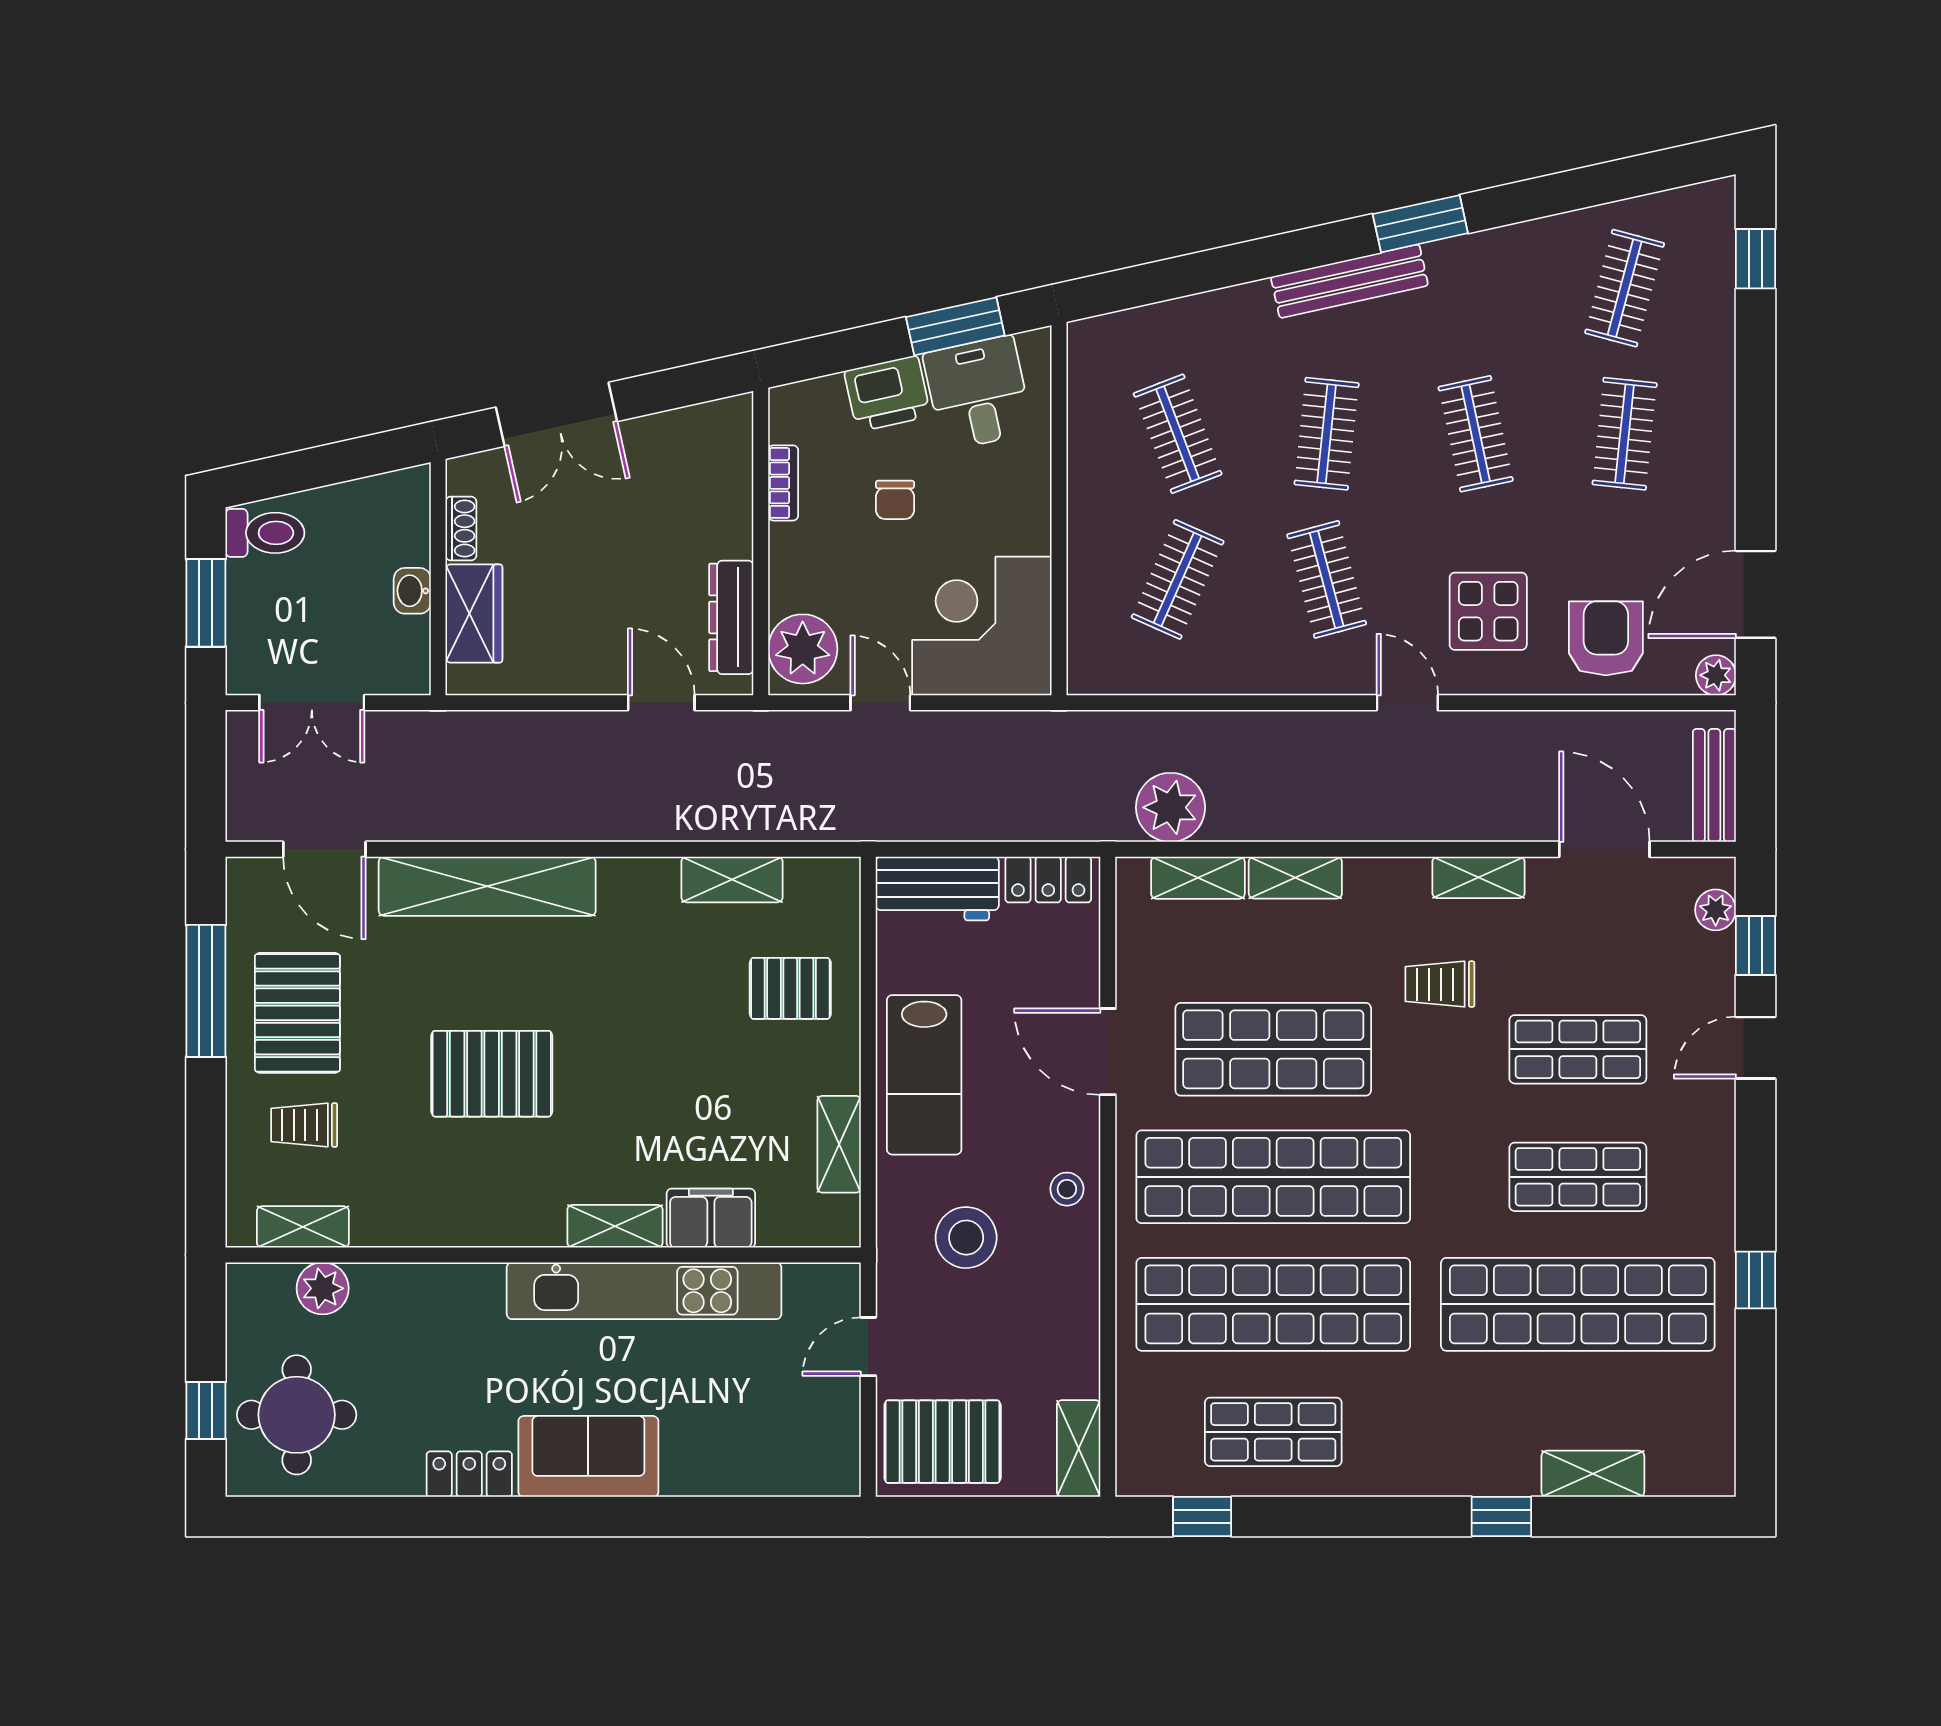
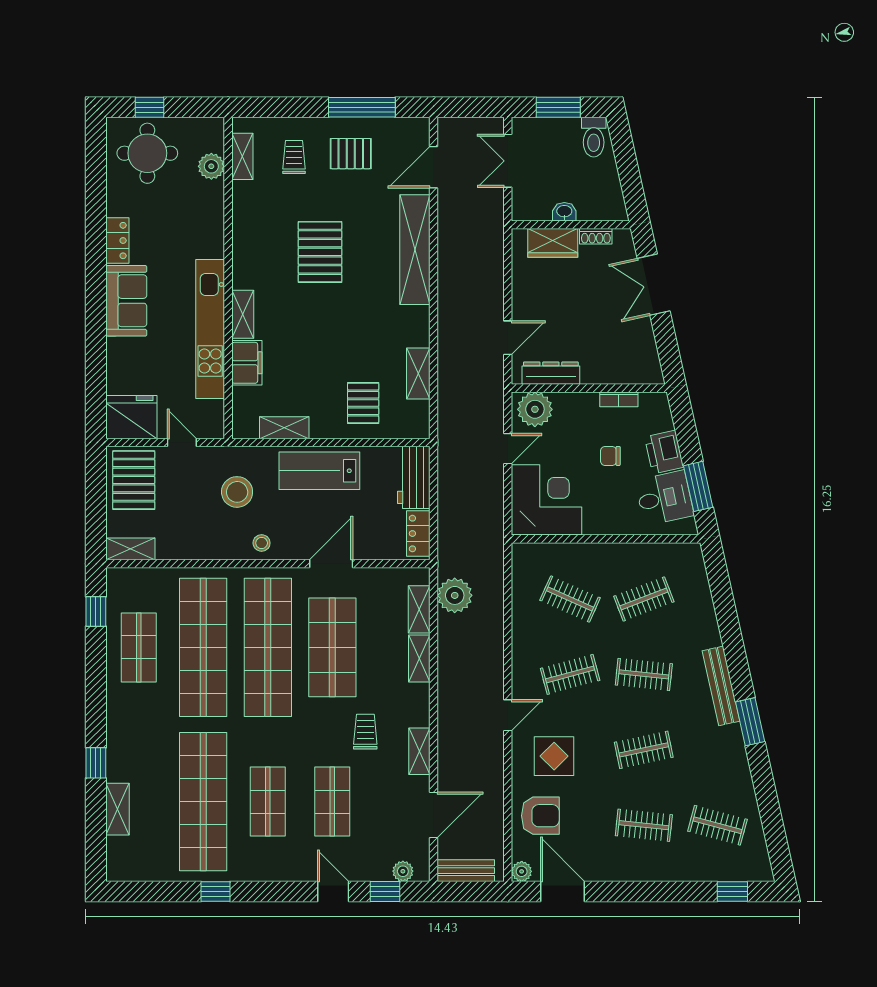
pallet: (297, 1013) -> (351, 154), width x0.67, depth x0.71
fridge: (818, 1446) -> (131, 417), added

